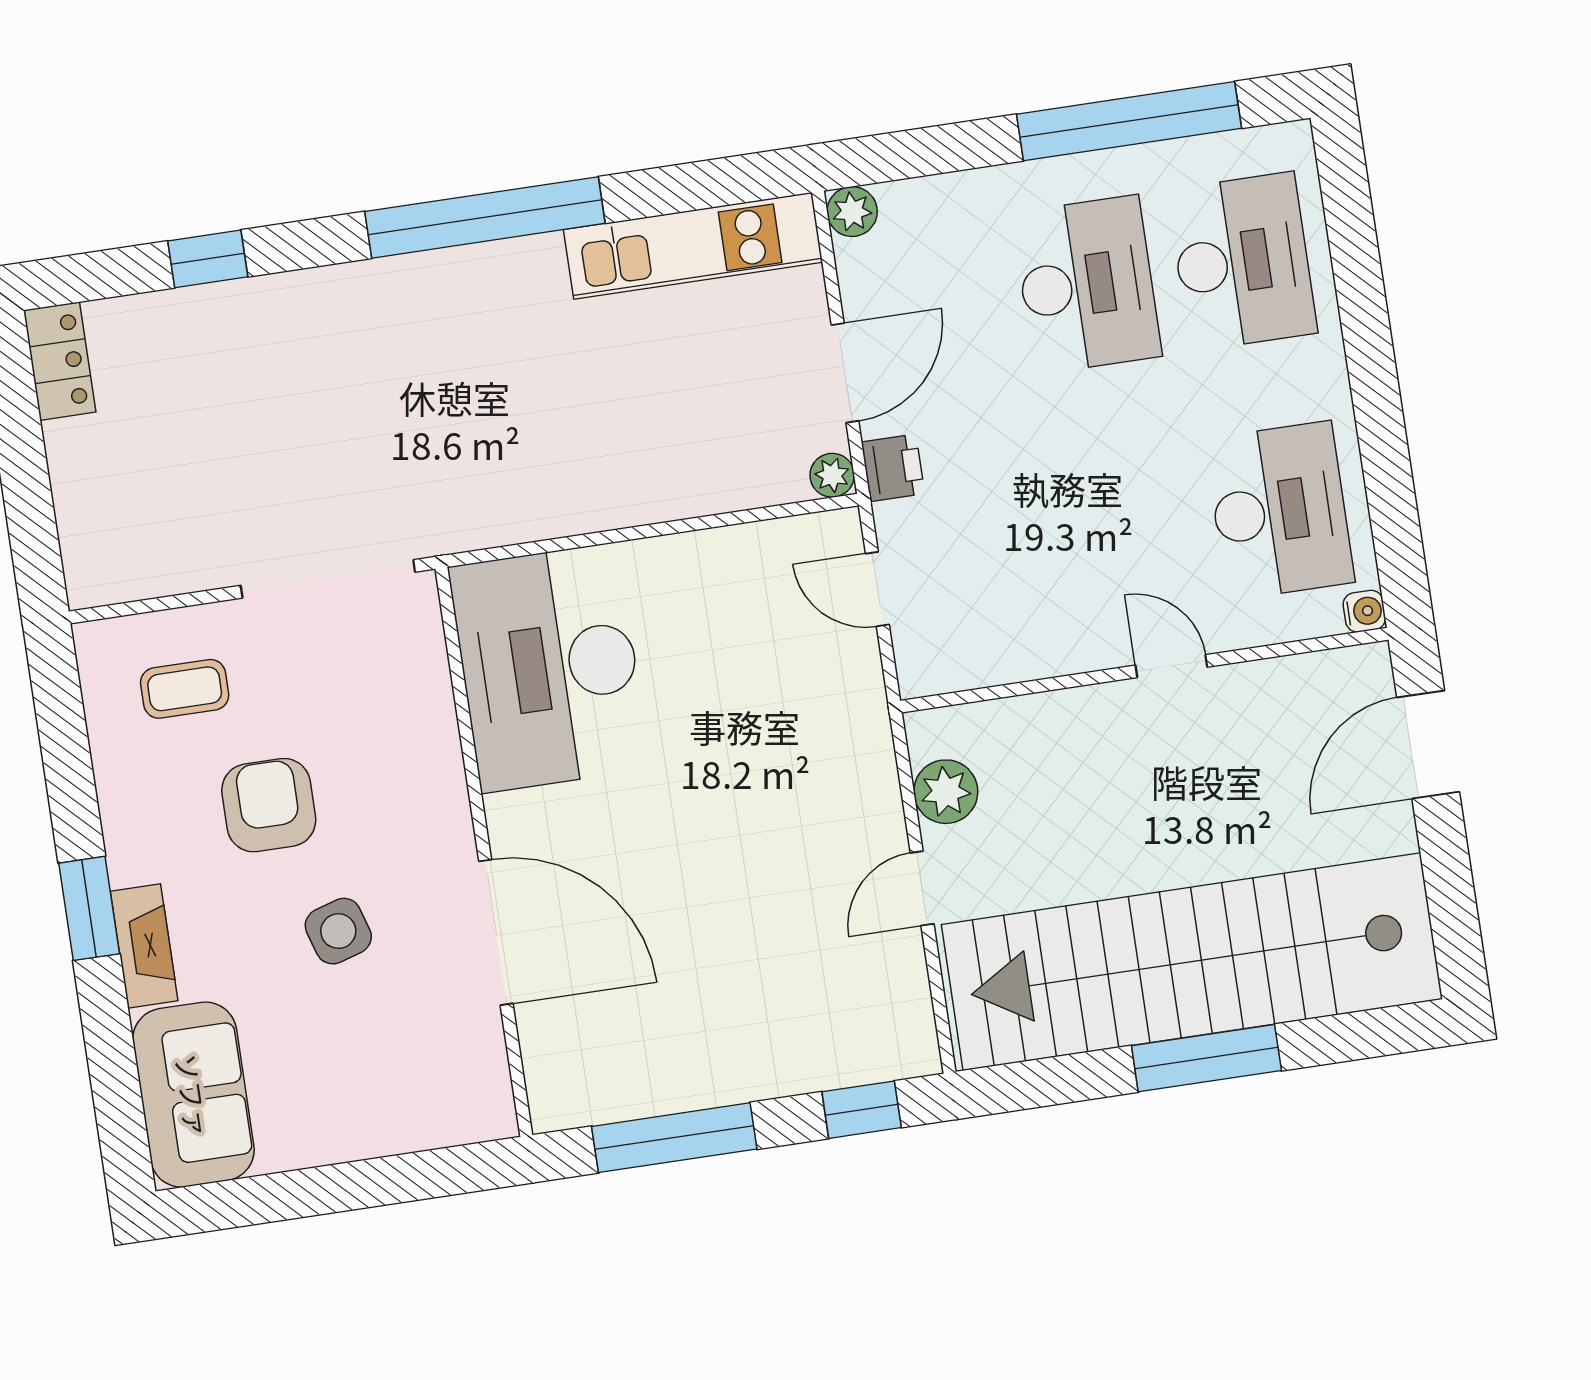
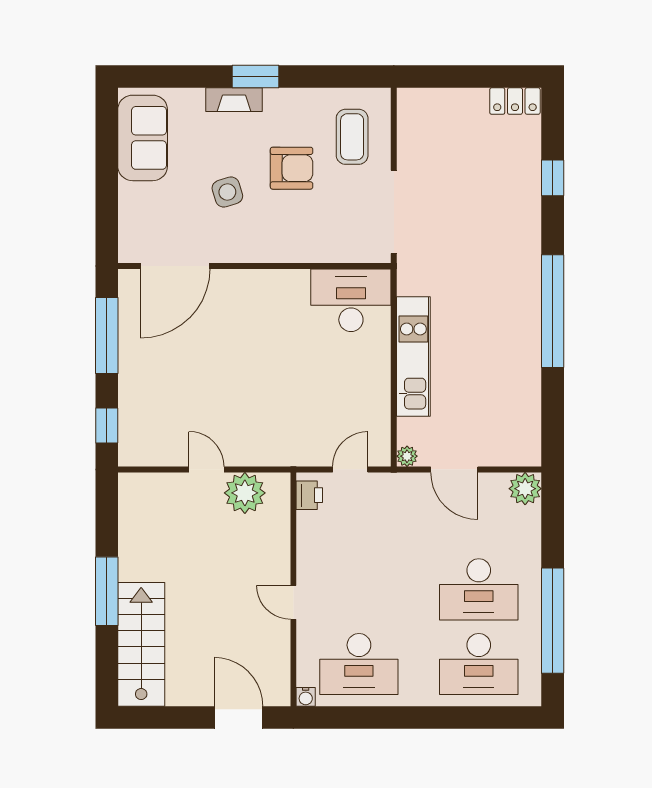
plant: (852, 212) -> (525, 489), width x1.38, depth x1.38
kitchen unit: (693, 246) -> (413, 356), moved, turned 180
printer: (893, 468) -> (309, 495), moved, turned -90
door: (1171, 666) -> (293, 602), swing flipped
desk: (549, 668) -> (351, 300), width x0.73, depth x0.77
coffee table: (185, 689) -> (352, 137), width x1.36, depth x1.30
plant: (946, 792) -> (245, 493), width x1.36, depth x1.36
door: (496, 932) -> (175, 266), moved
stairs: (1192, 962) -> (141, 644), width x0.54, depth x0.66
sofa: (193, 1095) -> (143, 138), moved, turned -90

